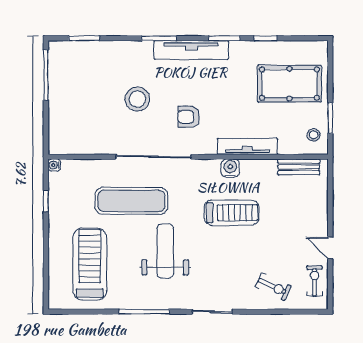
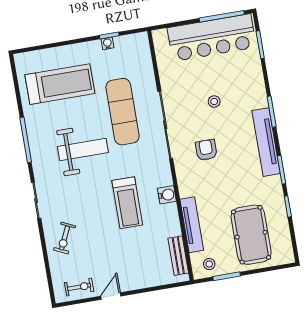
bar counter: (67, 90) -> (212, 38), added
stool: (137, 99) -> (214, 101), width x0.53, depth x0.53
tv unit: (247, 146) -> (192, 225), moved
water cooler: (54, 165) -> (107, 43), moved
exercise bike: (273, 287) -> (65, 238), moved

